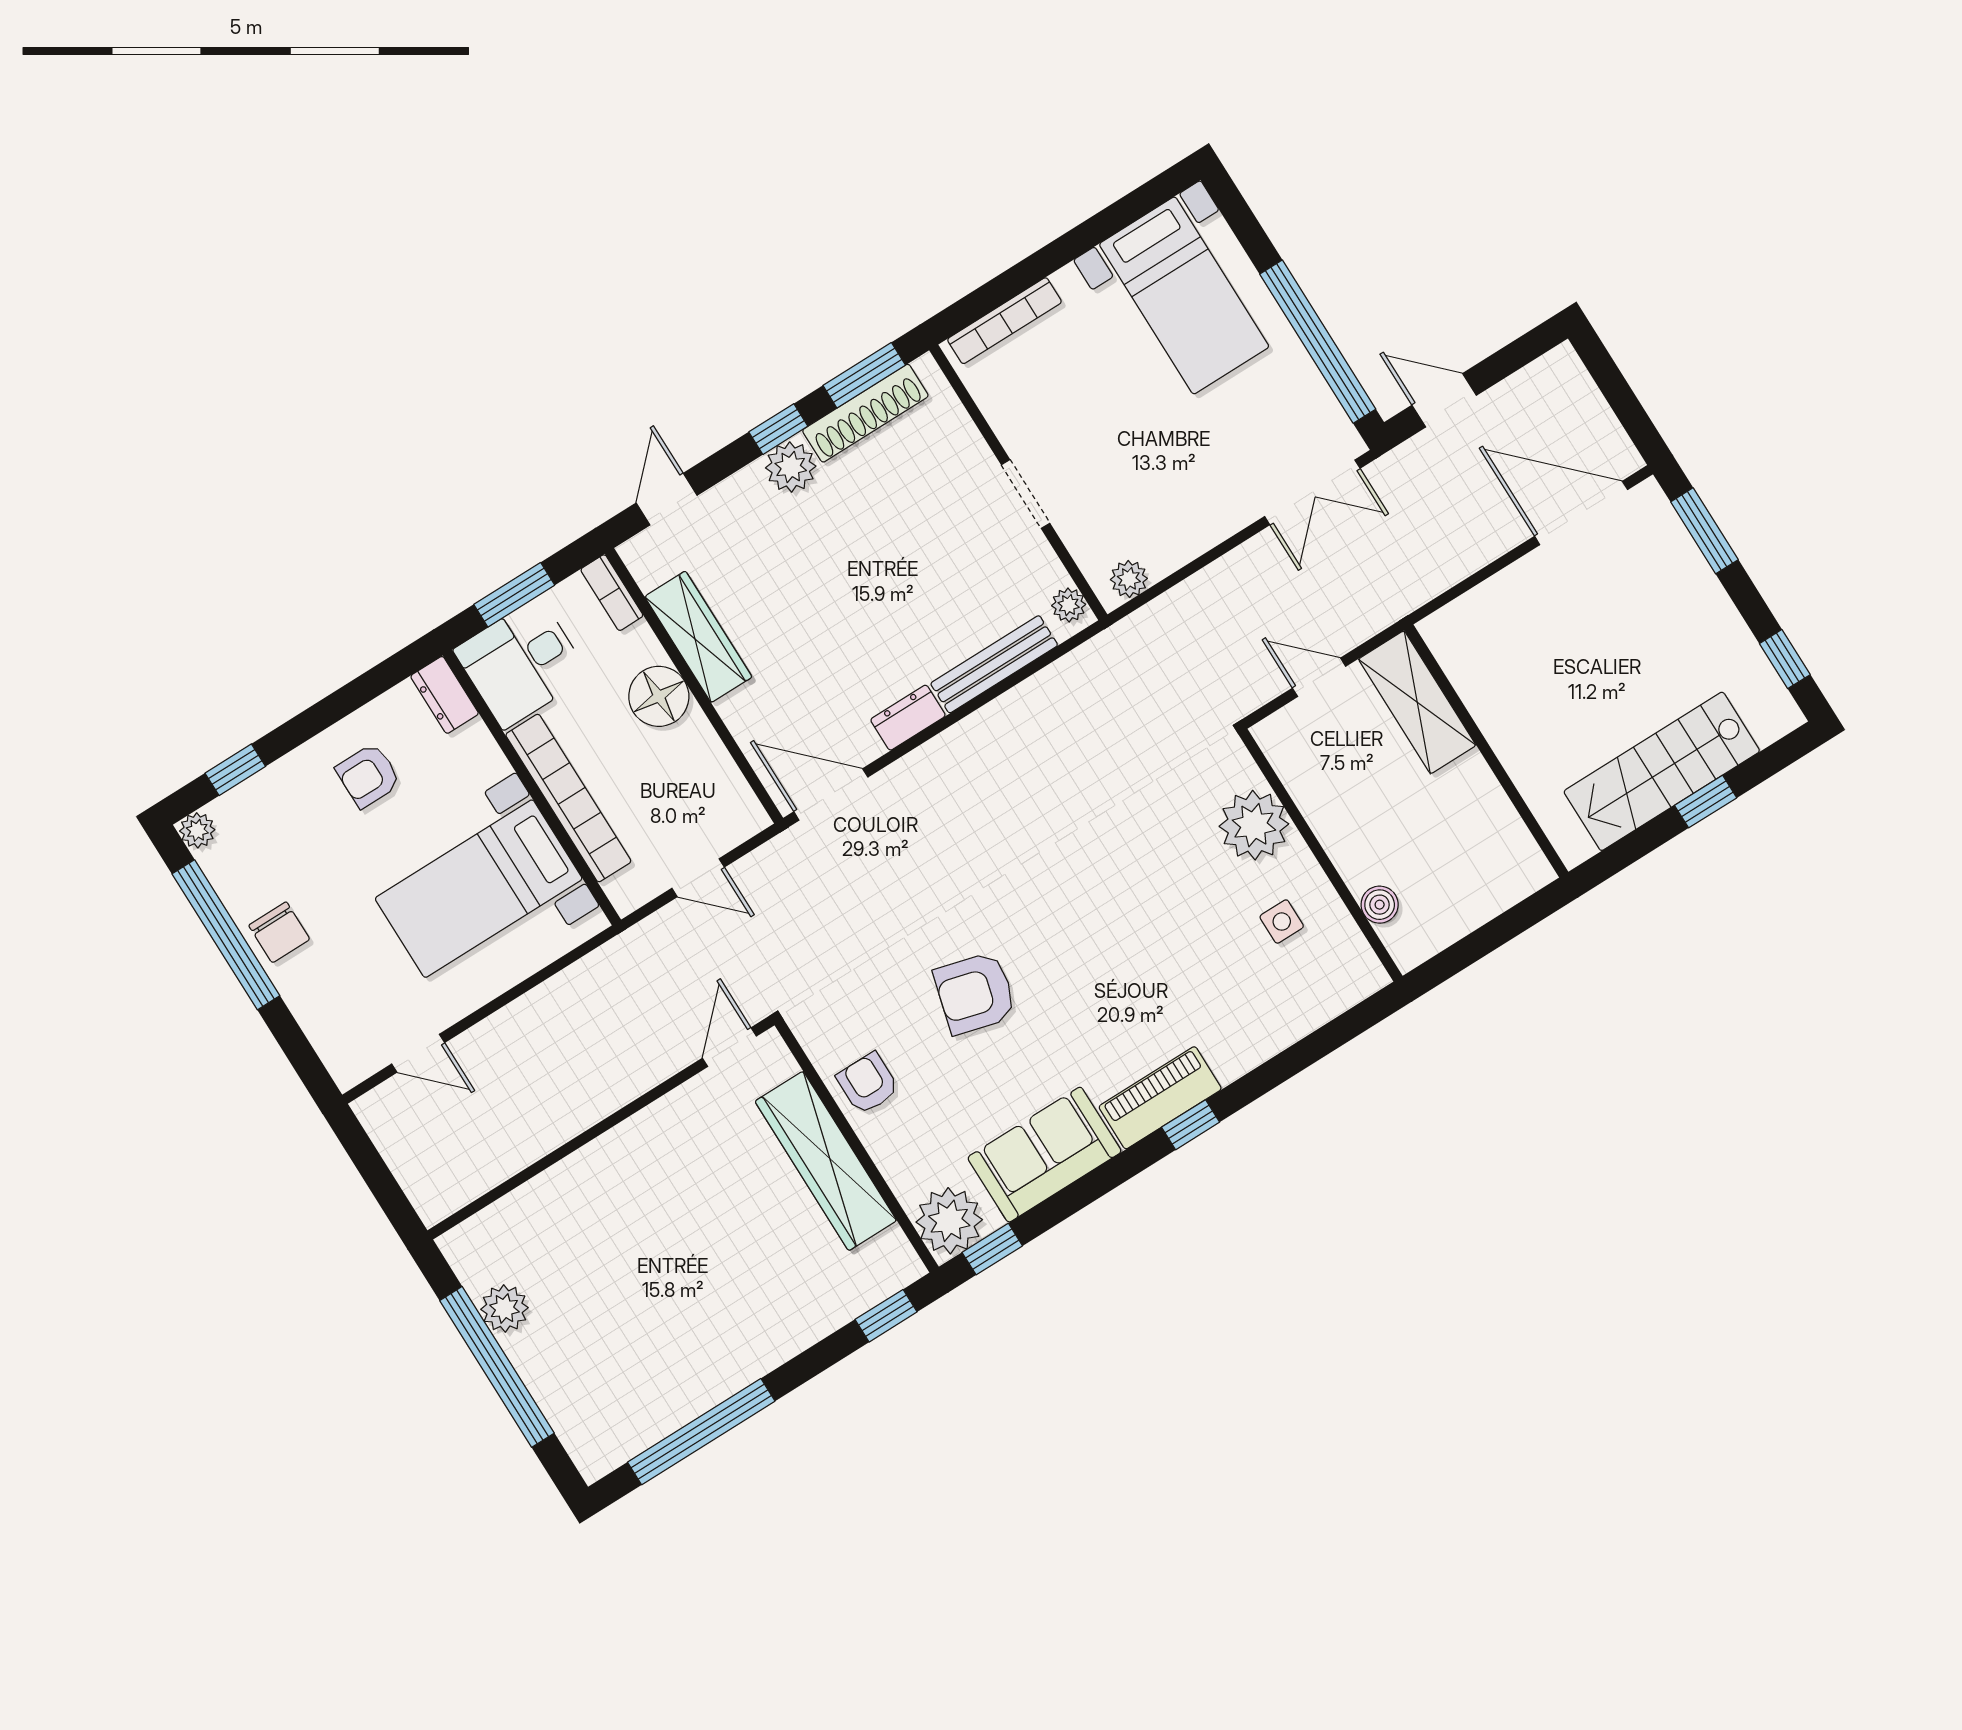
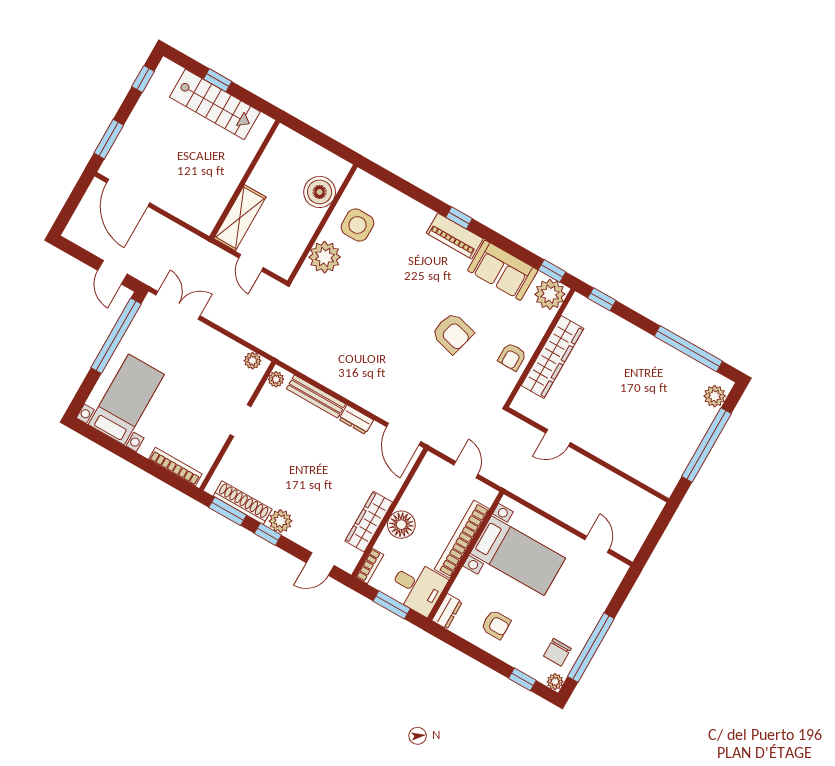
boiler: (1380, 905) -> (320, 192), width x1.86, depth x1.86
side table: (1282, 922) -> (357, 225), width x1.87, depth x1.87
chair: (279, 932) -> (557, 652), moved, turned 180
door: (729, 1047) -> (558, 438), moved
plant: (504, 1309) -> (715, 396), moved

